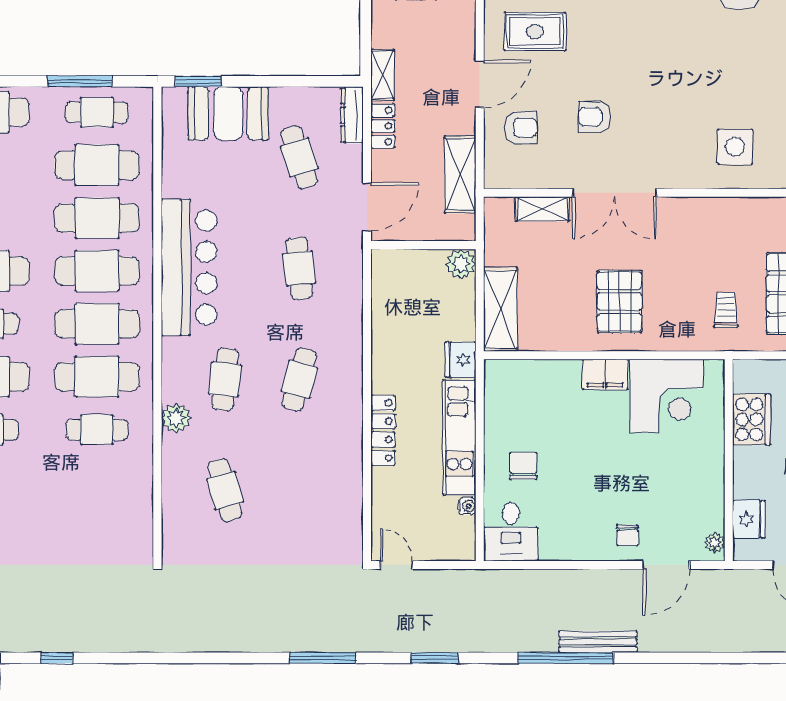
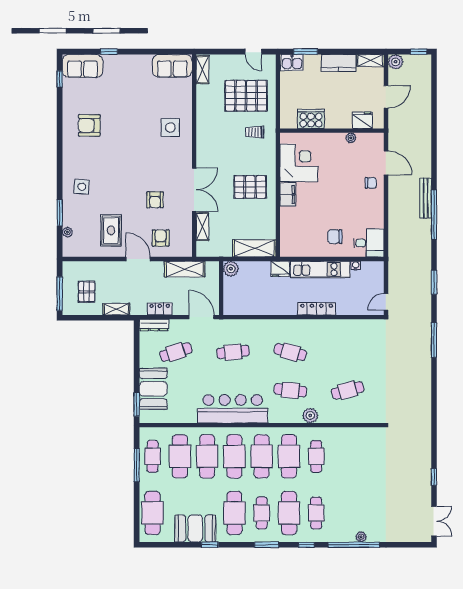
shelving: (382, 75) -> (116, 309), moved
plant: (715, 543) -> (351, 138), moved

